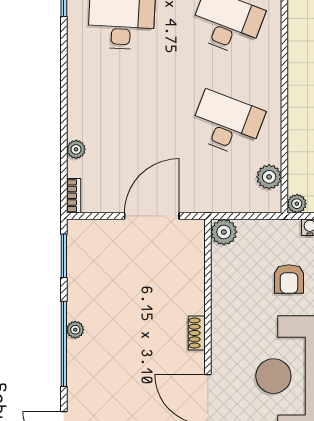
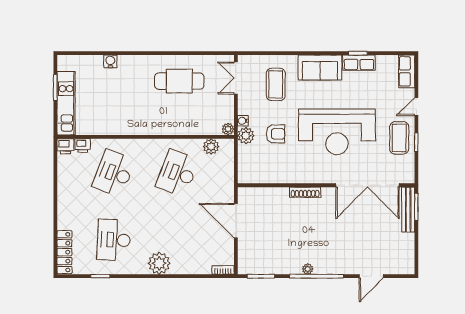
plant: (76, 149) -> (159, 263), moved, width x1.87, depth x1.87
plant: (224, 232) -> (246, 136), moved
shoe rack: (197, 333) -> (305, 192), width x1.43

